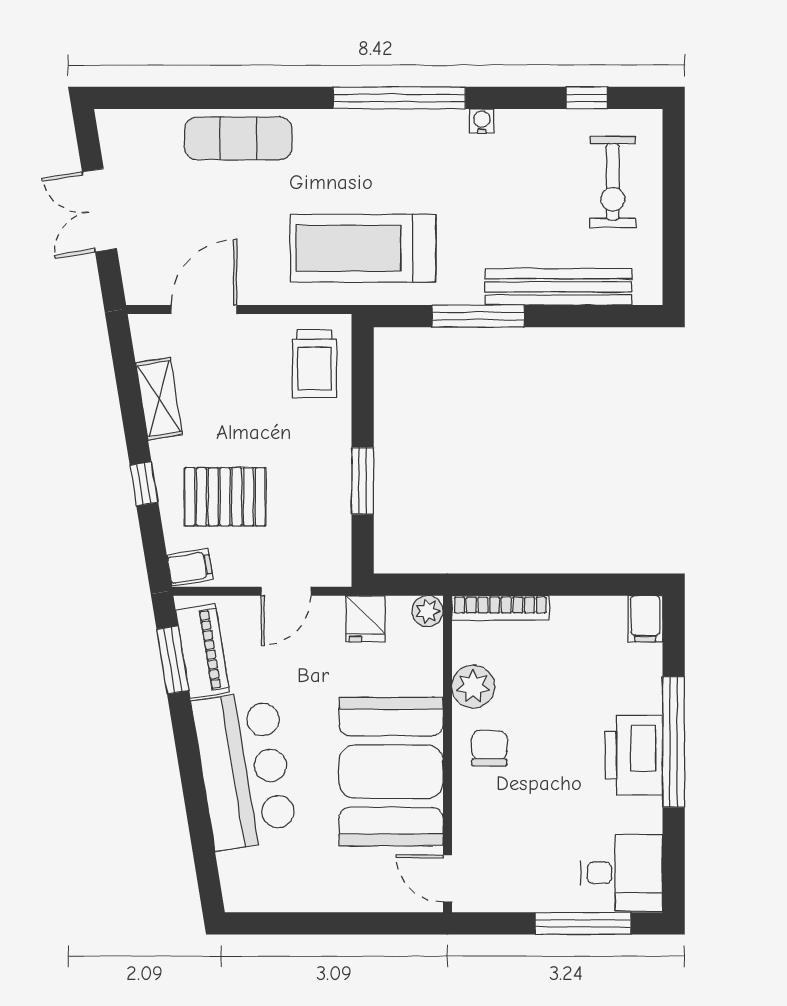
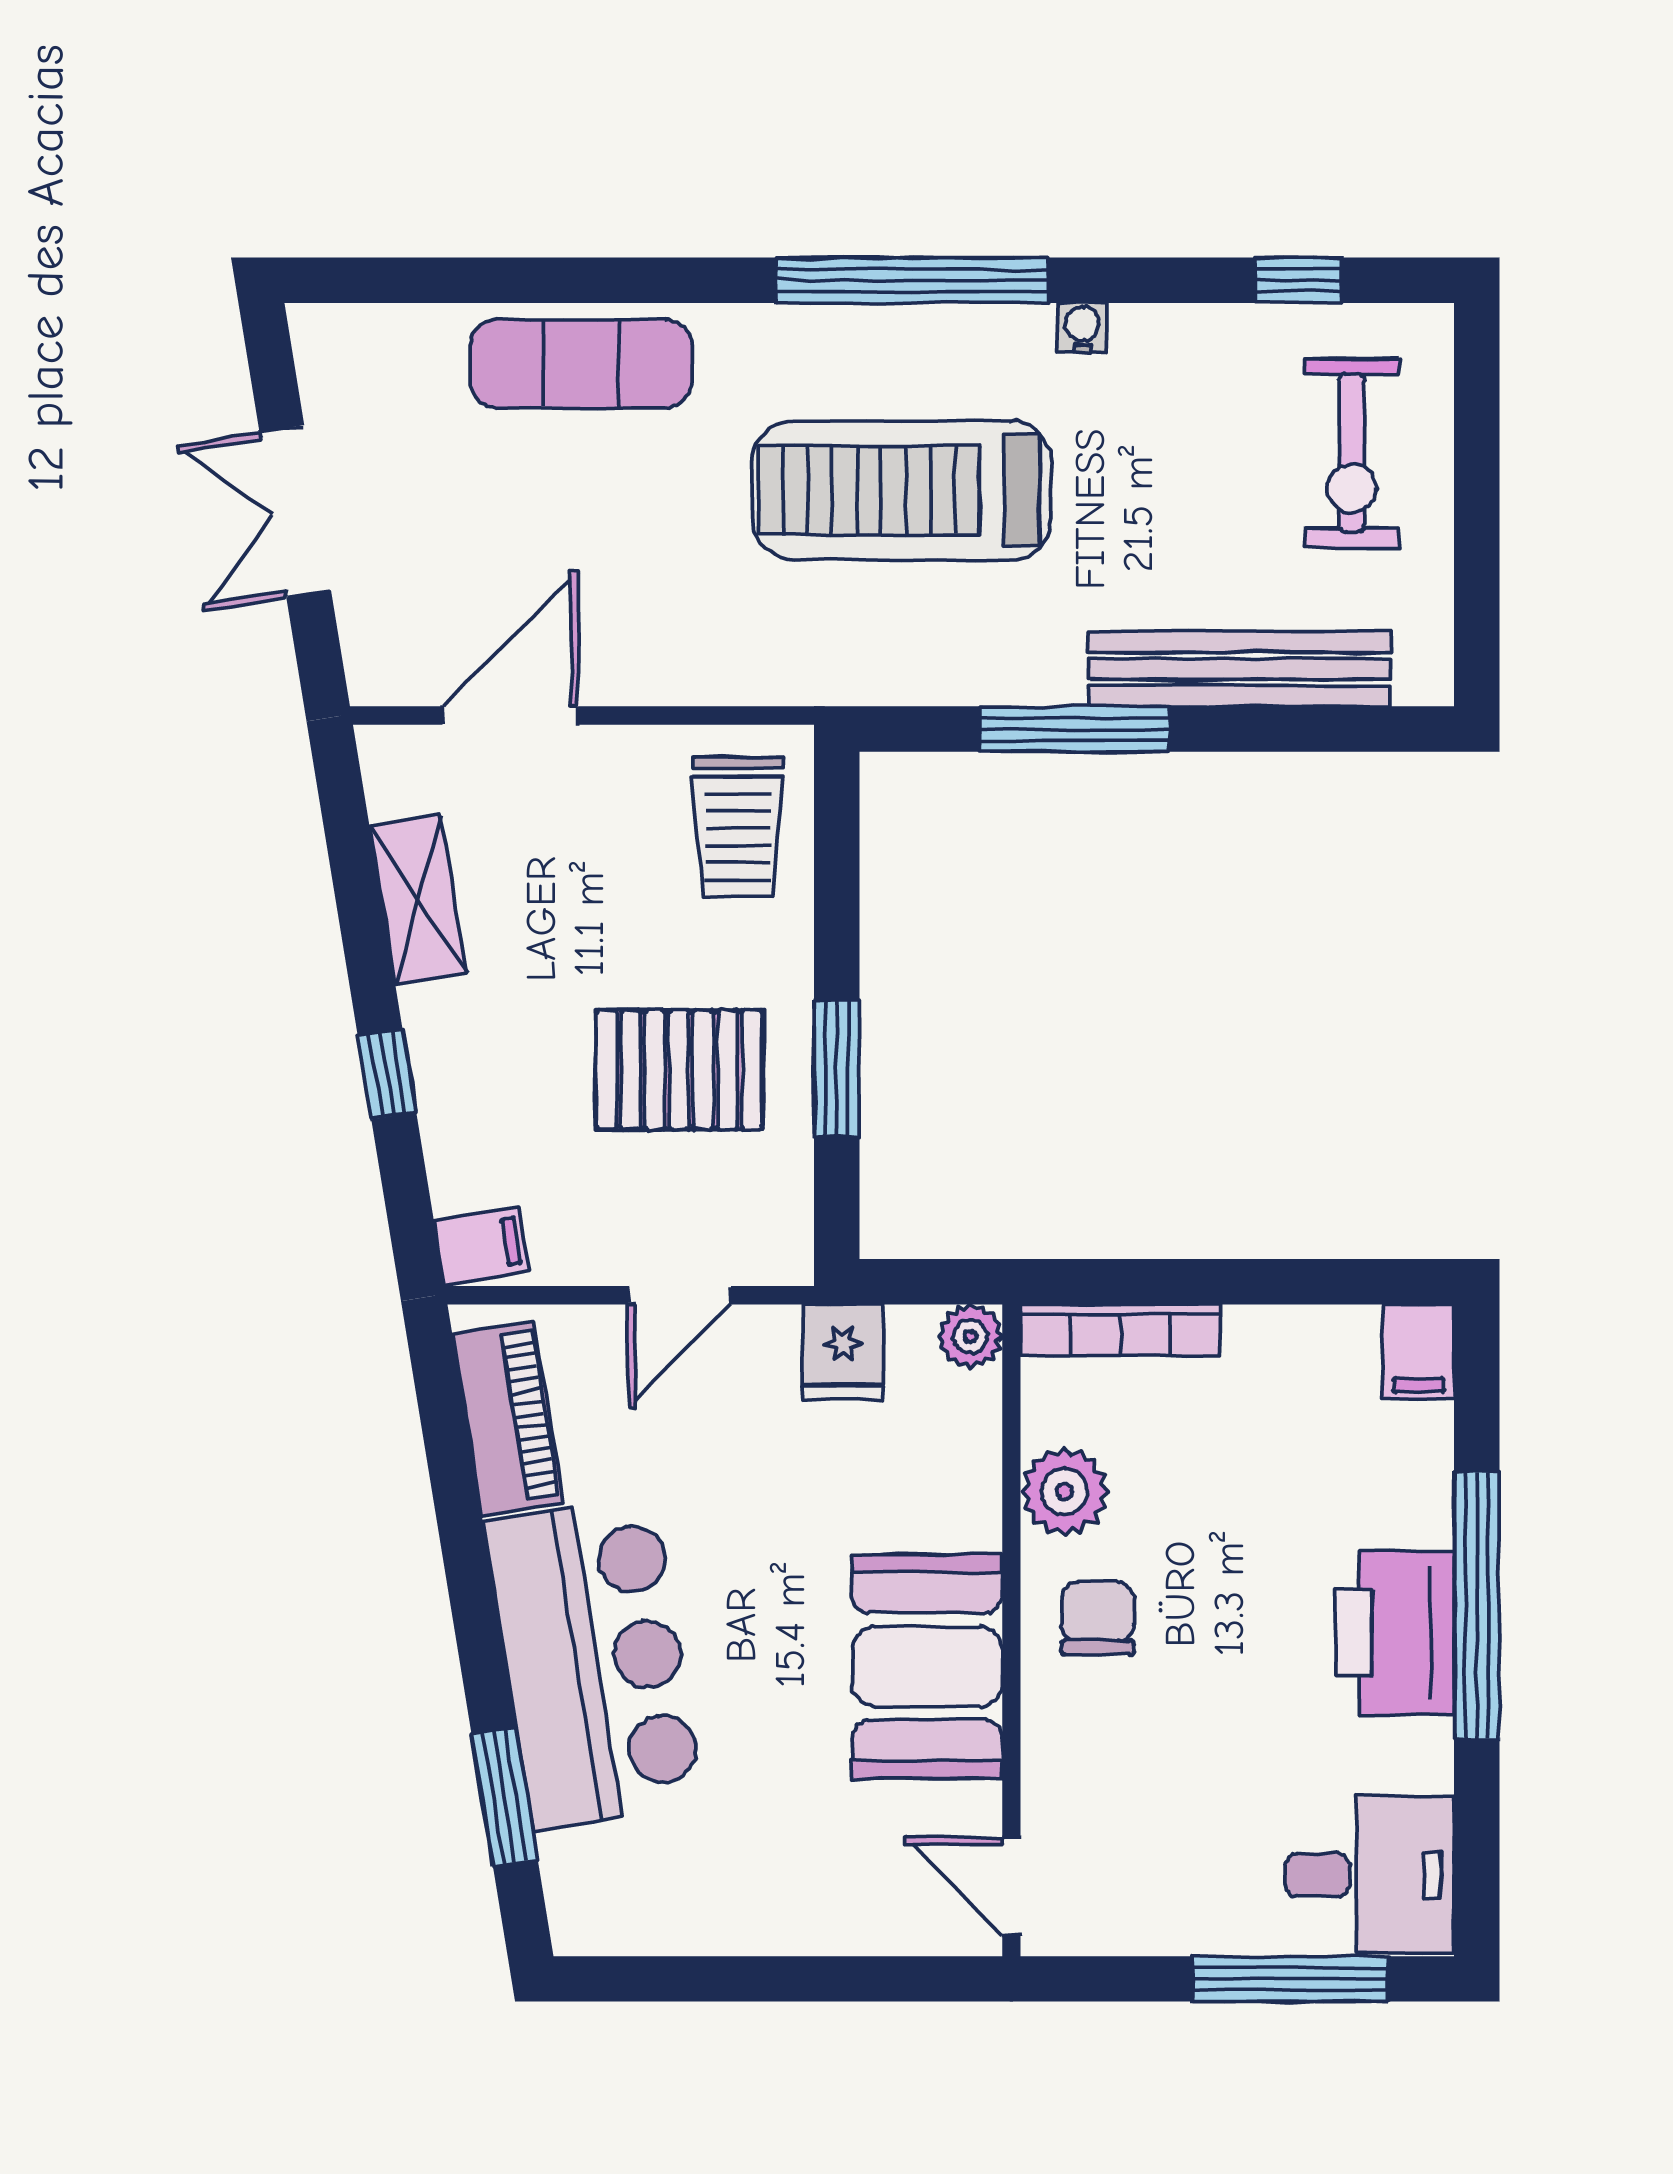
treadmill: (363, 248) -> (902, 490), moved
pallet: (225, 497) -> (679, 1070), moved
window: (173, 660) -> (505, 1797), moved
booth: (391, 772) -> (927, 1667), width x0.73, depth x0.70

